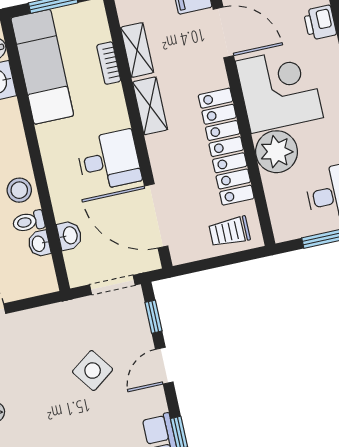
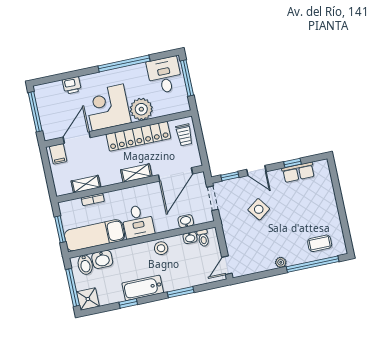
shelving: (150, 106) -> (136, 173), moved
desk: (109, 160) -> (138, 221), moved, turned 180
toilet: (29, 222) -> (203, 238), moved

